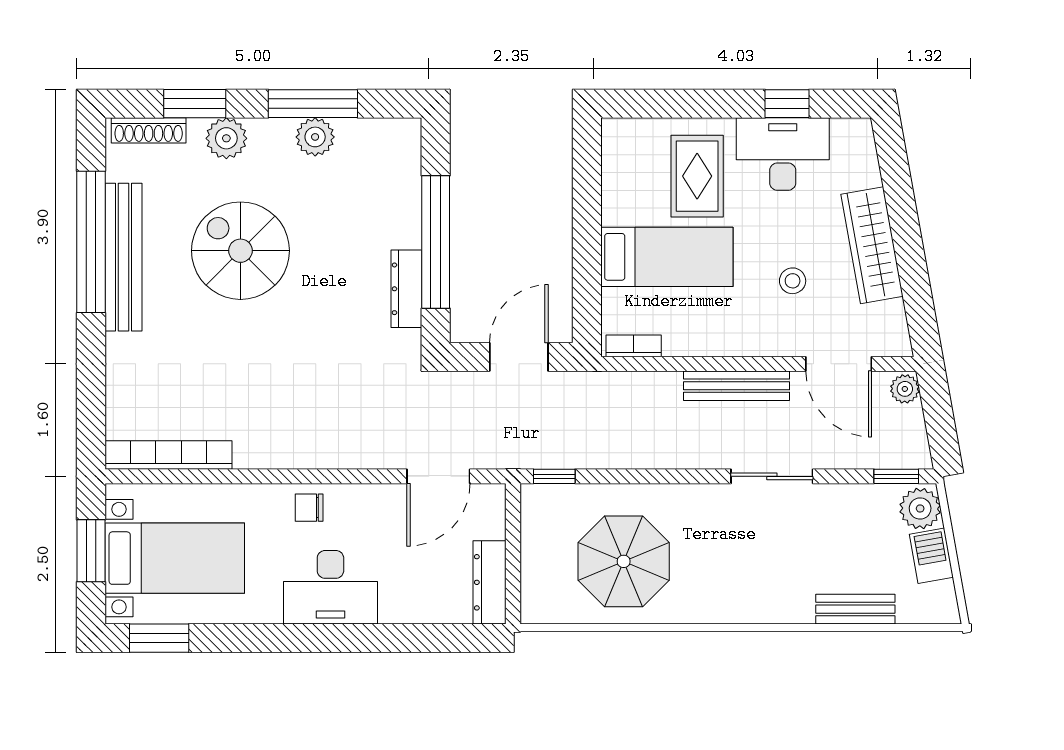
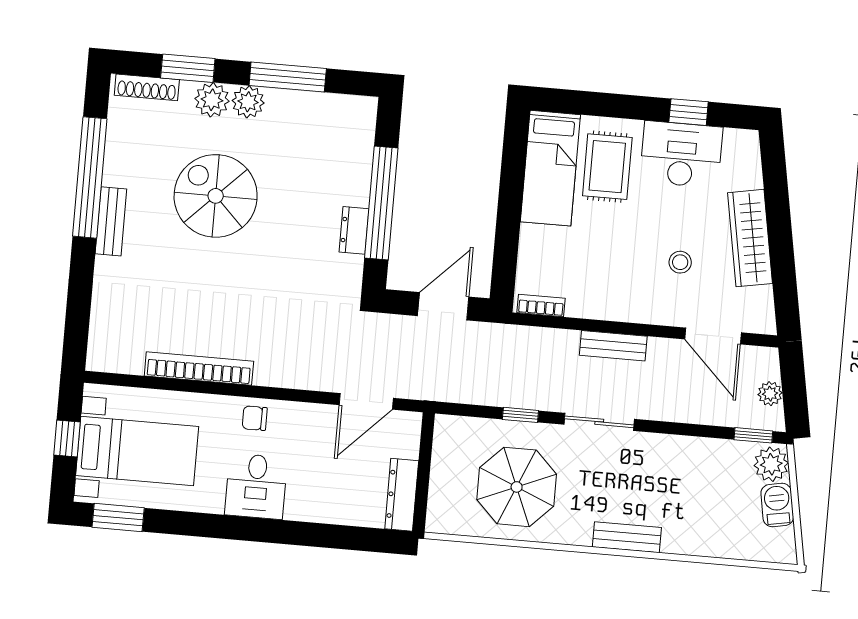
plant: (315, 137) -> (248, 102), moved
bench: (123, 257) -> (111, 221), width x0.54, depth x0.82
bed: (667, 257) -> (550, 168), moved, turned 90
dresser: (406, 289) -> (354, 230), width x0.70
bench: (737, 386) -> (613, 346), width x0.73
plant: (905, 389) -> (770, 394), moved
bookcase: (168, 455) -> (199, 369), moved
window: (554, 476) -> (520, 415), moved
sliding door: (772, 476) -> (599, 422), moved
window: (91, 551) -> (67, 439), width x0.67
desk: (330, 587) -> (256, 486), width x0.73
bench: (855, 609) -> (627, 537), moved

